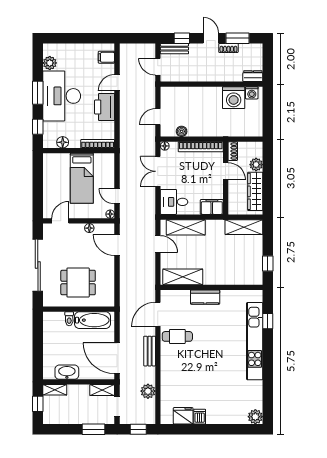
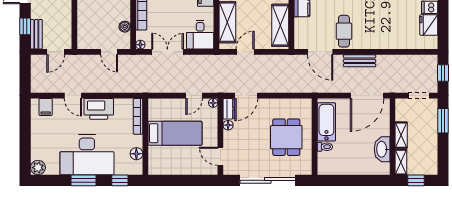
plant: (50, 63) -> (38, 168), moved
double door: (158, 171) -> (167, 52), swing flipped
dresser: (105, 229) -> (229, 109), added
shelving: (102, 390) -> (401, 135), moved
plant: (148, 391) -> (402, 63), removed

